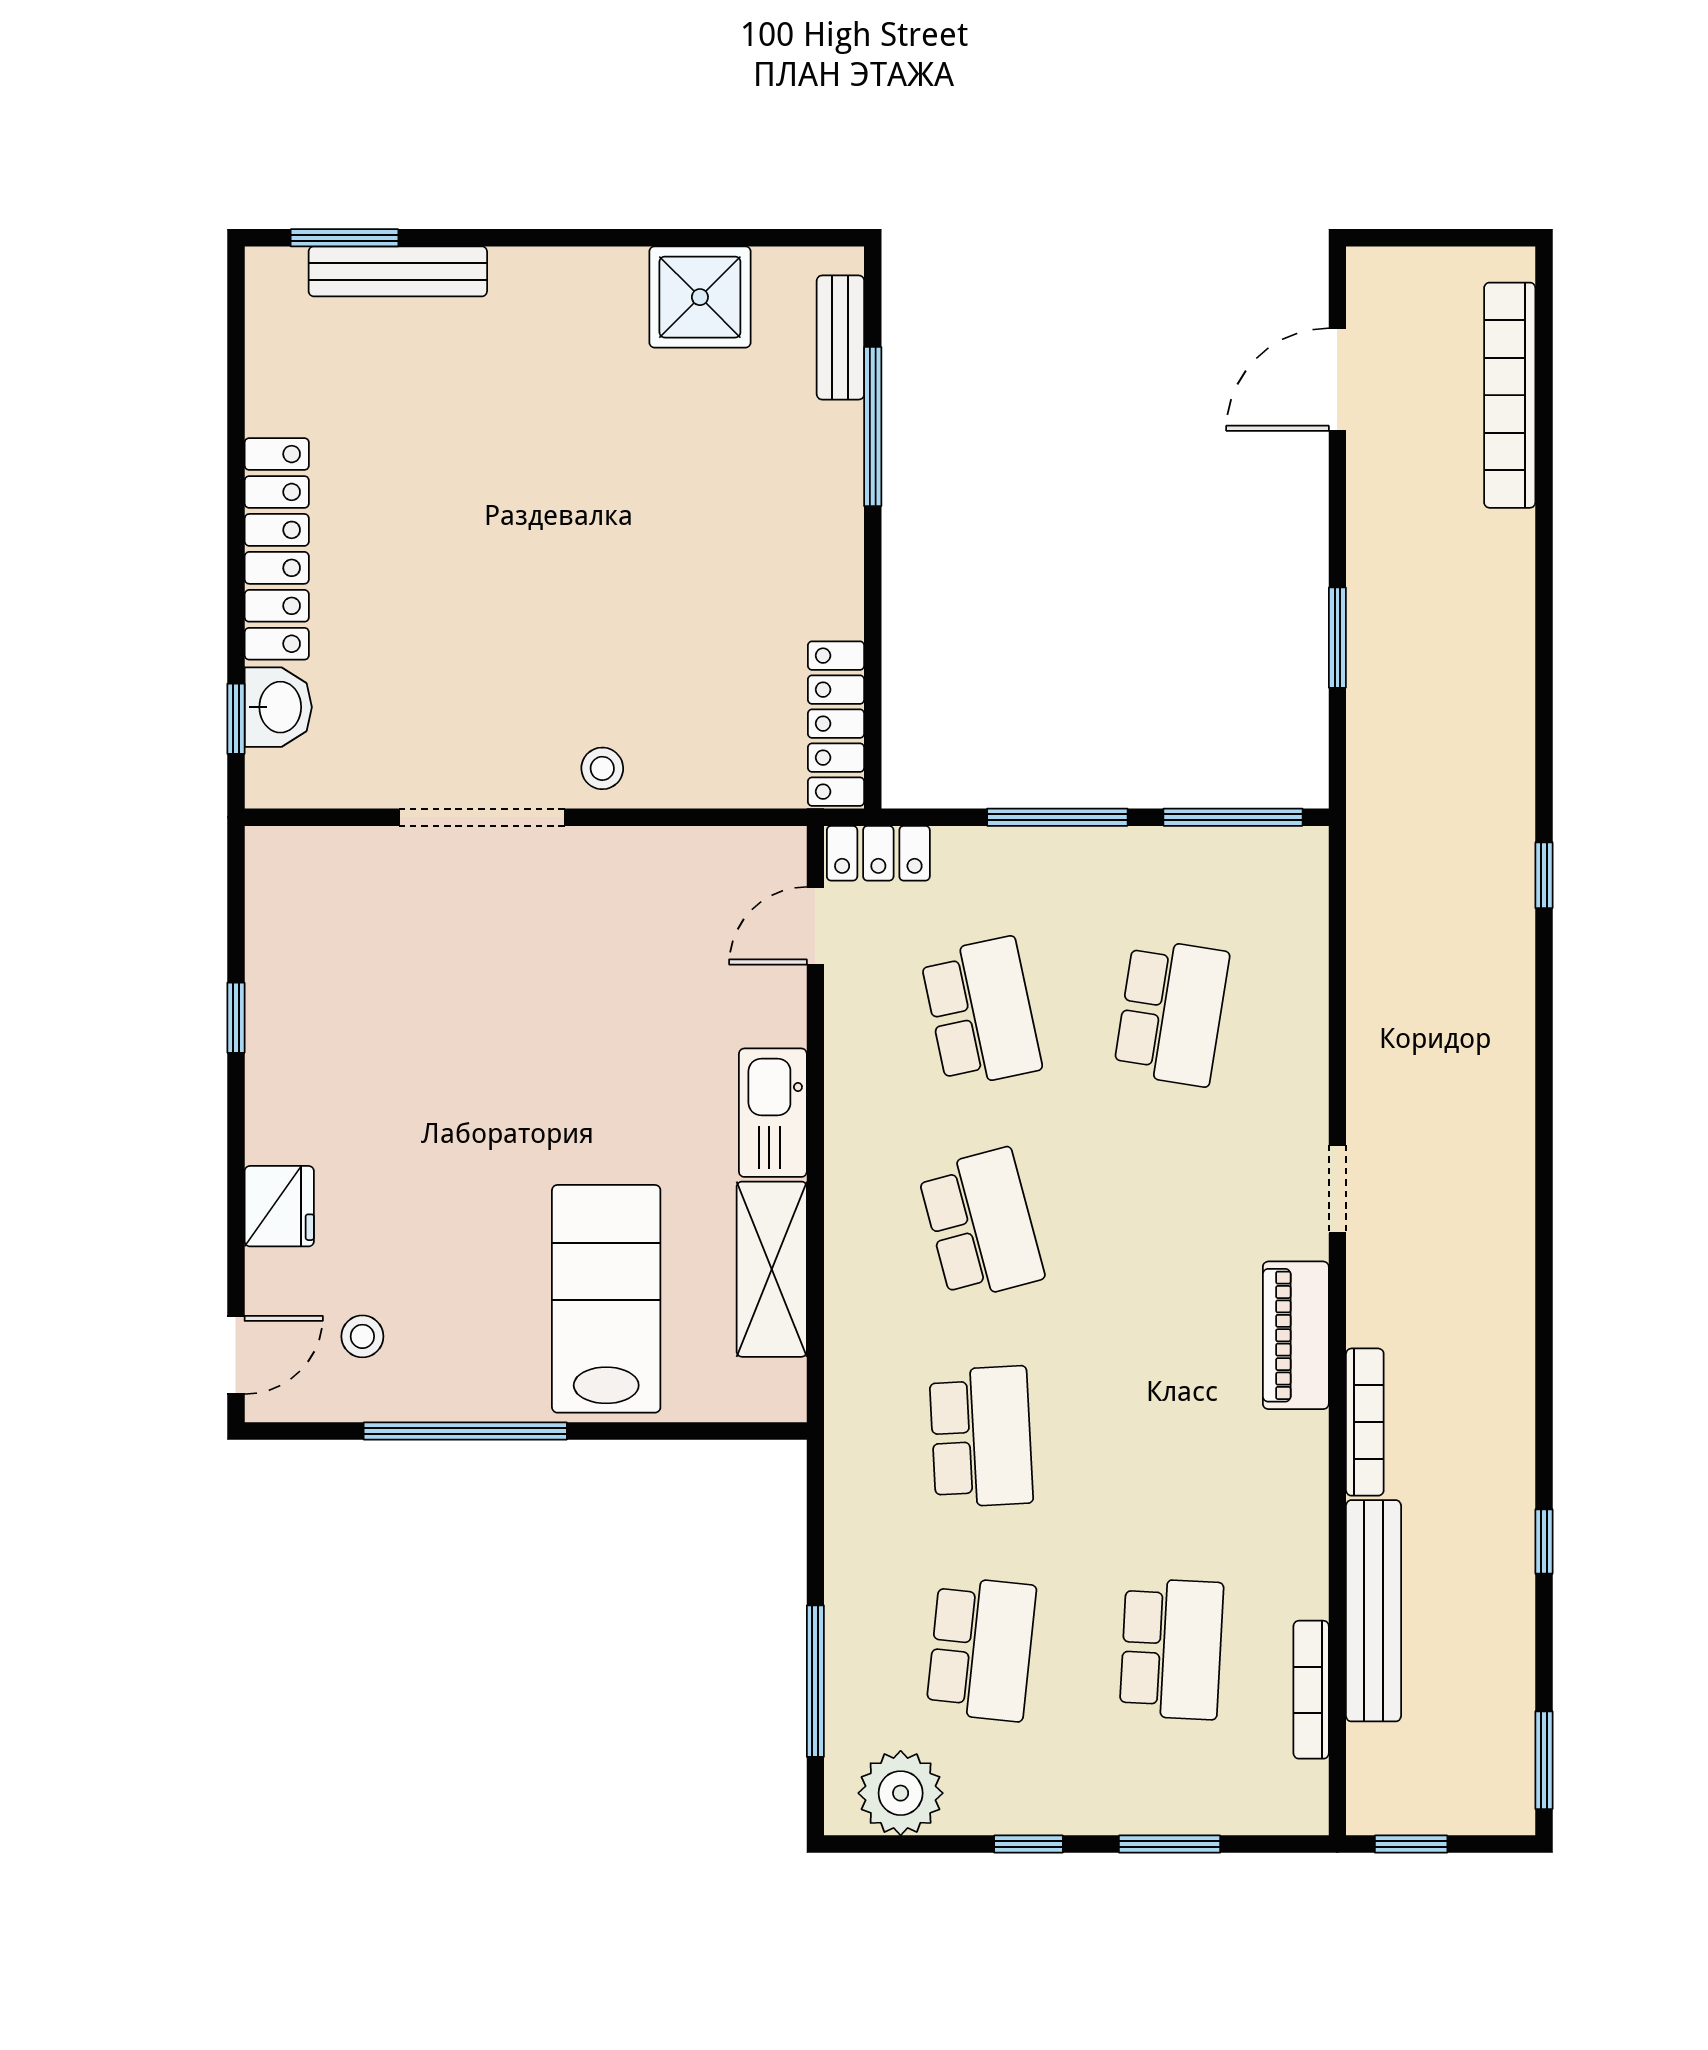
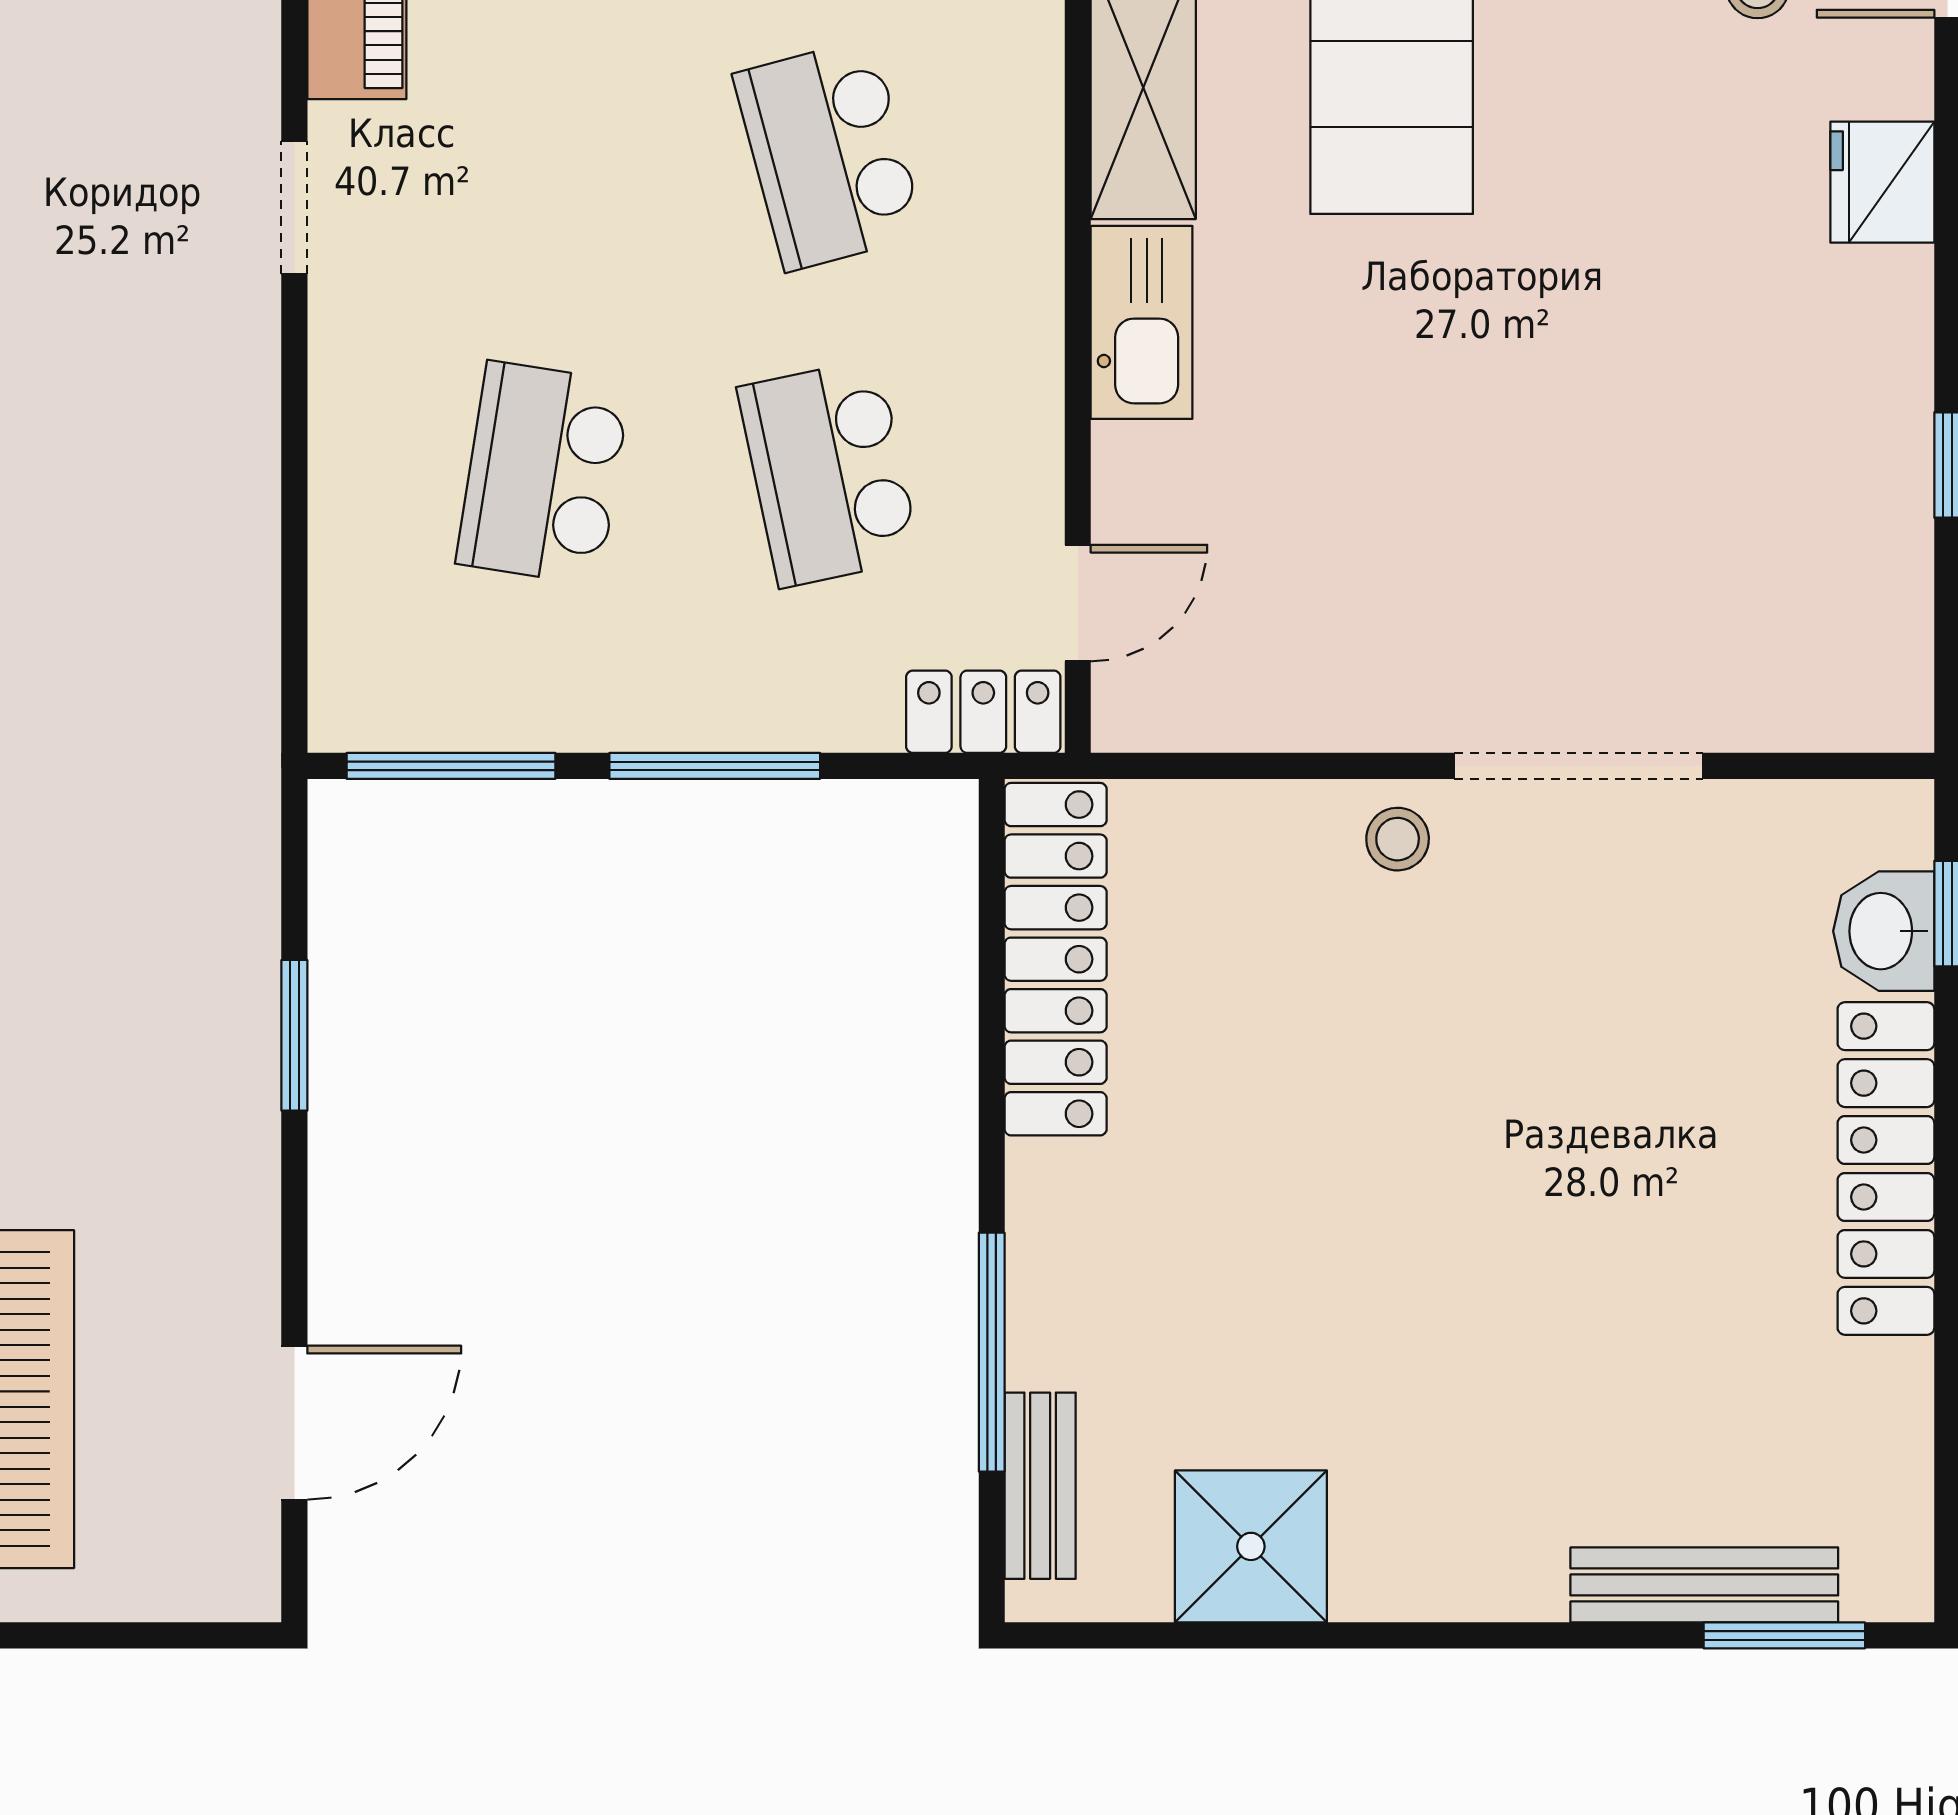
locker: (836, 724) -> (1056, 959), width x1.41, depth x1.21

